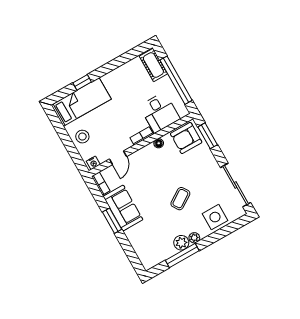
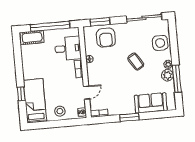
armchair: (186, 138) -> (106, 38), moved
door: (118, 158) -> (87, 93), hinge flipped
sofa: (123, 208) -> (151, 103), moved

